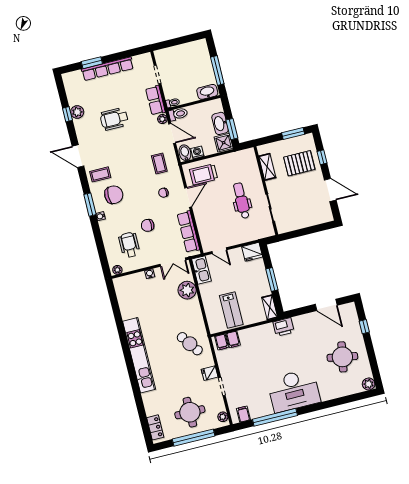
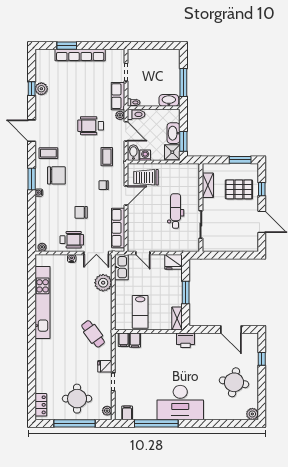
wheelchair: (114, 119) -> (91, 126), moved
wheelchair: (129, 245) -> (72, 240), moved, turned 90
kitchen unit: (139, 355) -> (43, 302), moved

